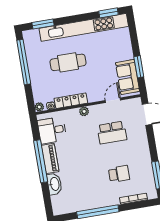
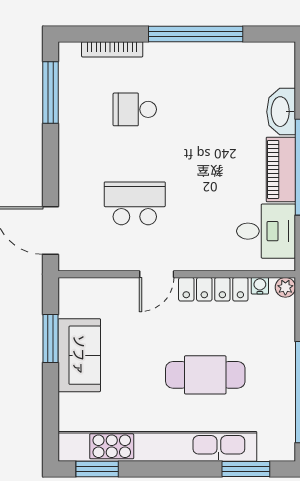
sofa: (128, 77) -> (79, 355), moved
door: (113, 100) -> (157, 274), moved
plant: (84, 111) -> (188, 261), removed

